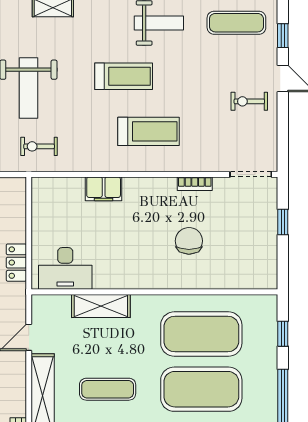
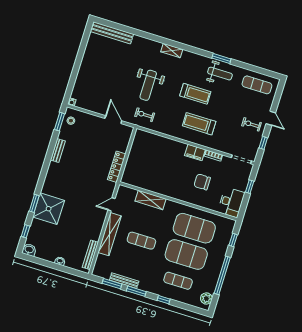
window: (283, 36) -> (263, 143), moved
treadmill: (149, 131) -> (199, 124), turned 180
filing cabinet: (104, 189) -> (195, 152), moved
chair: (189, 241) -> (202, 182), turned -90
locker: (16, 263) -> (117, 167), width x1.53
desk: (65, 268) -> (231, 202), moved, turned -90

